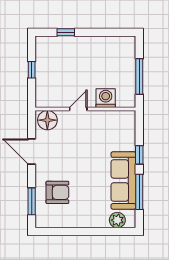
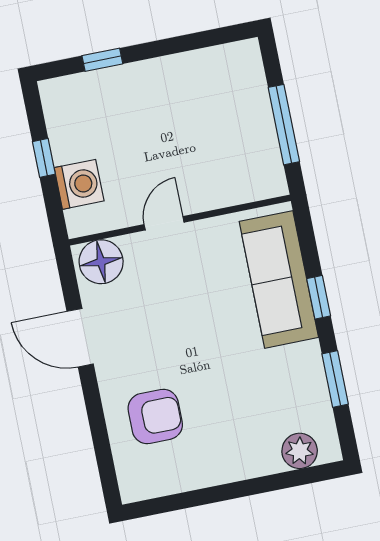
washing machine: (106, 98) -> (79, 184), moved, turned 90
sofa: (123, 180) -> (279, 279), moved
window: (139, 192) -> (335, 379), width x0.69
window: (32, 201) -> (102, 448), removed

